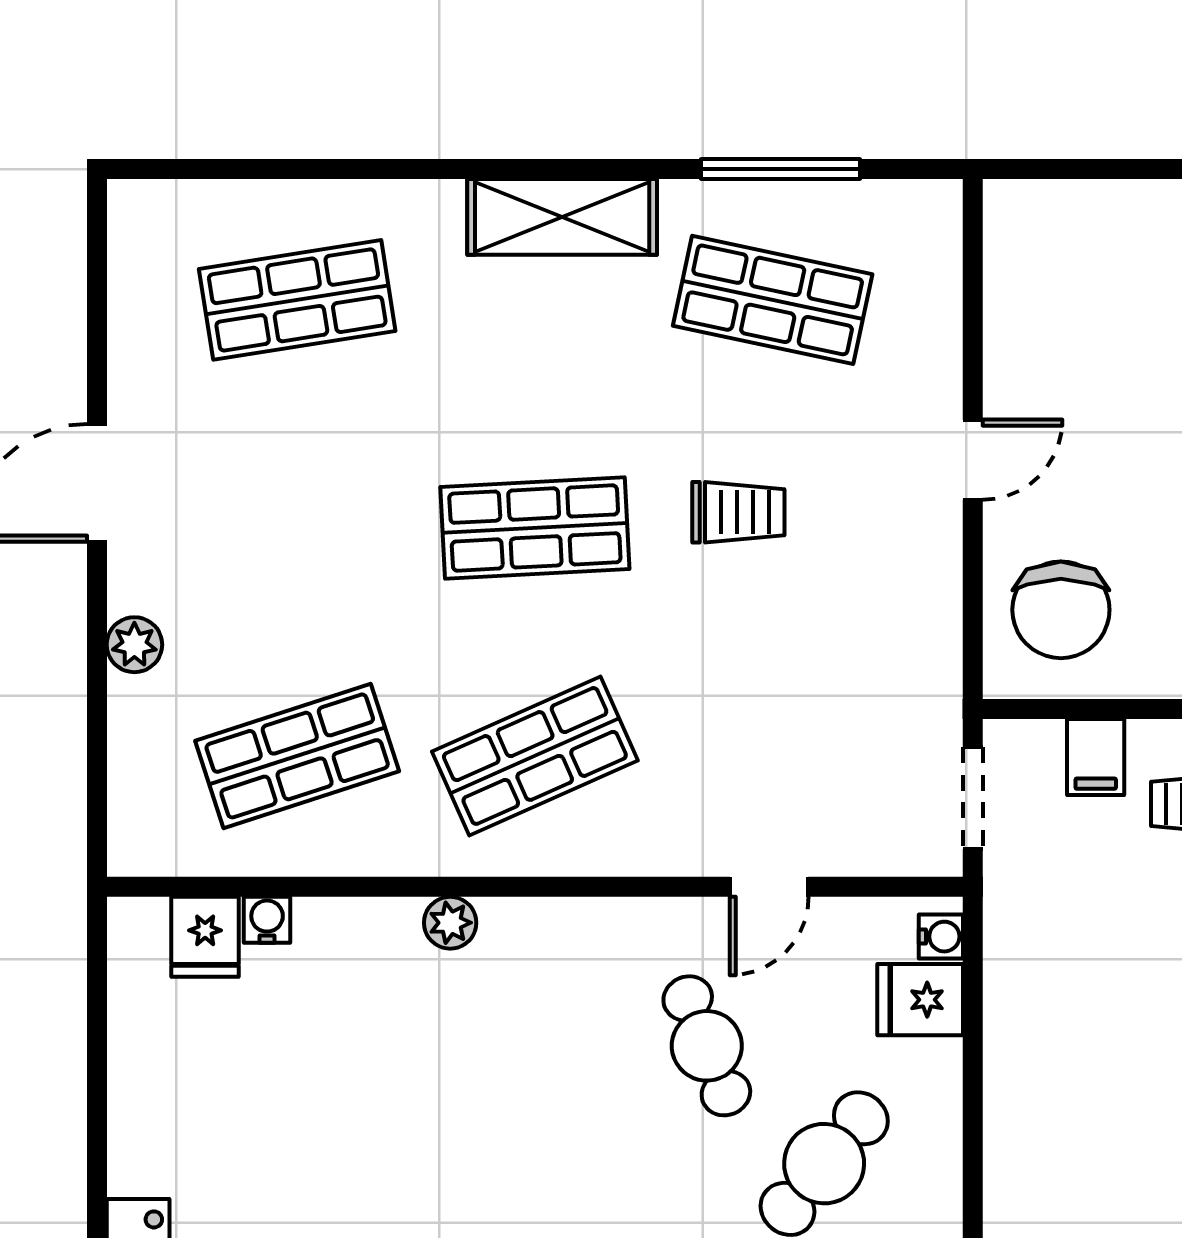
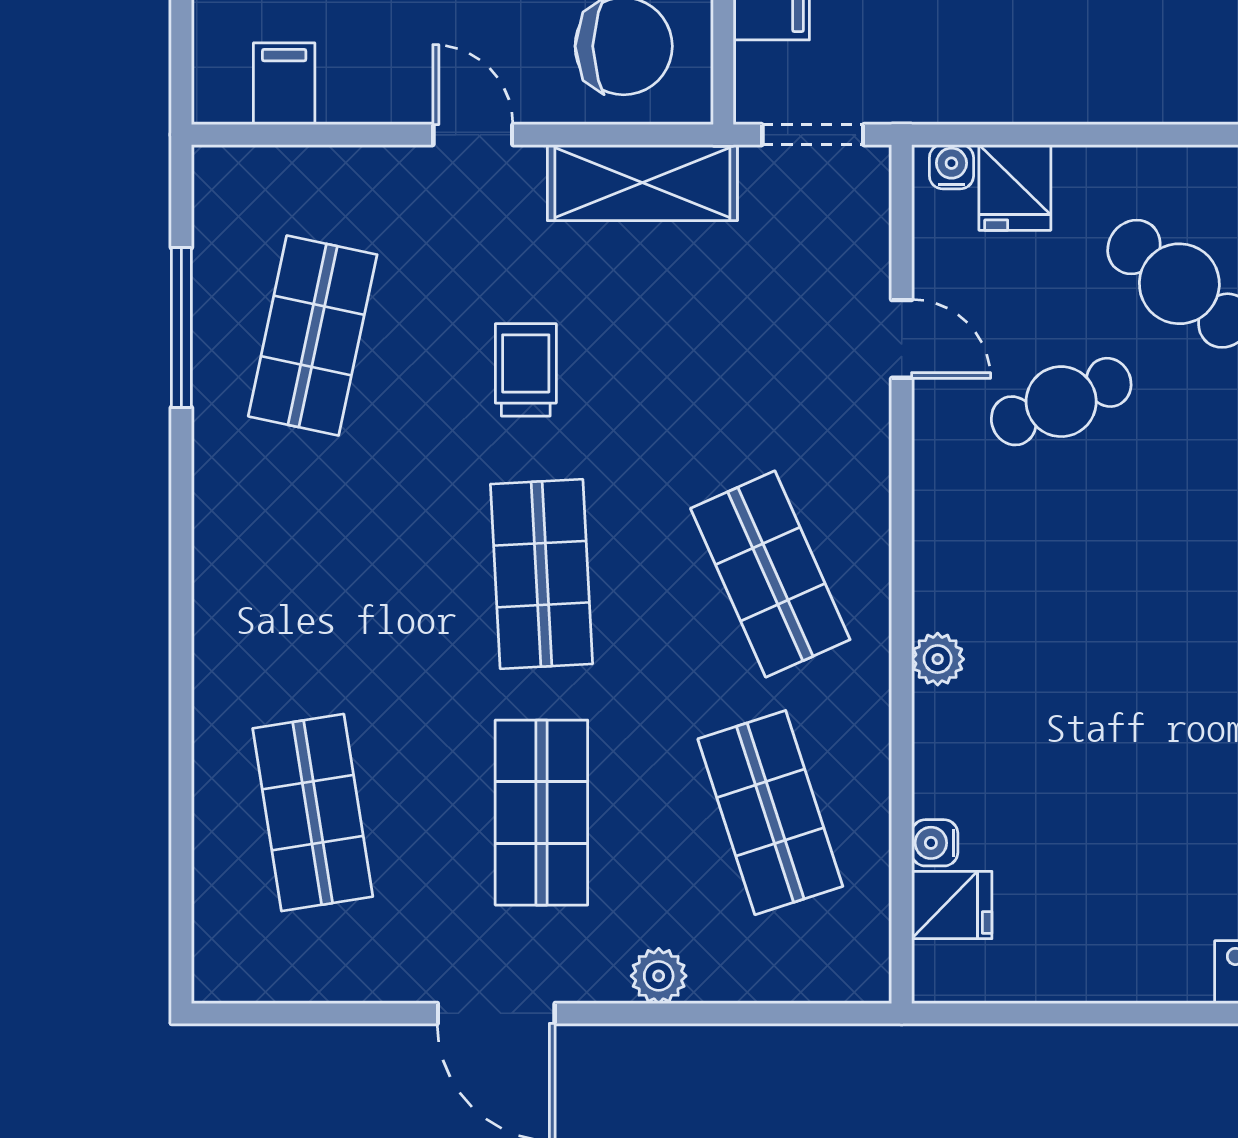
shelving: (562, 217) -> (642, 183), moved, turned 90
filing cabinet: (1023, 271) -> (284, 84), added
shop shelf: (297, 528) -> (541, 813), added

